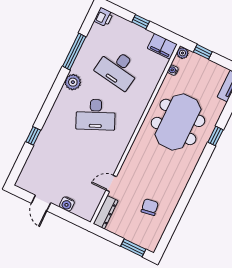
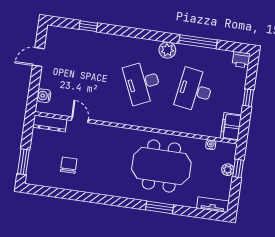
plant: (183, 53) -> (228, 170), moved
window: (33, 136) -> (88, 26), moved
window: (215, 136) -> (160, 207), width x1.50
water cooler: (67, 204) -> (44, 96), moved
chair: (150, 207) -> (69, 165), turned -81

